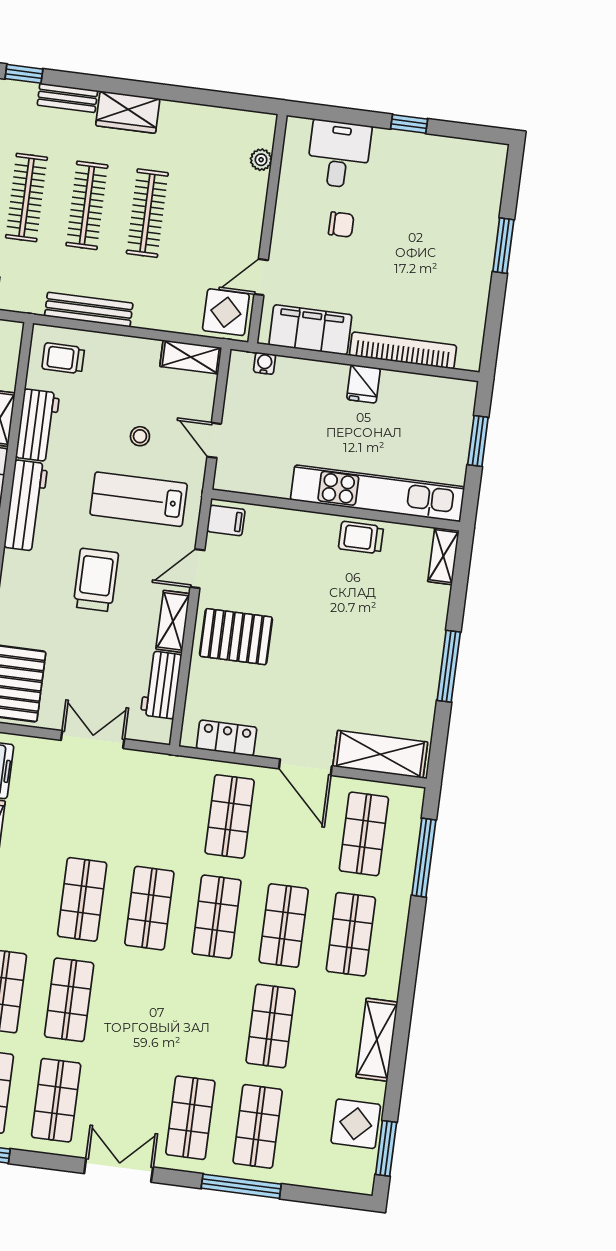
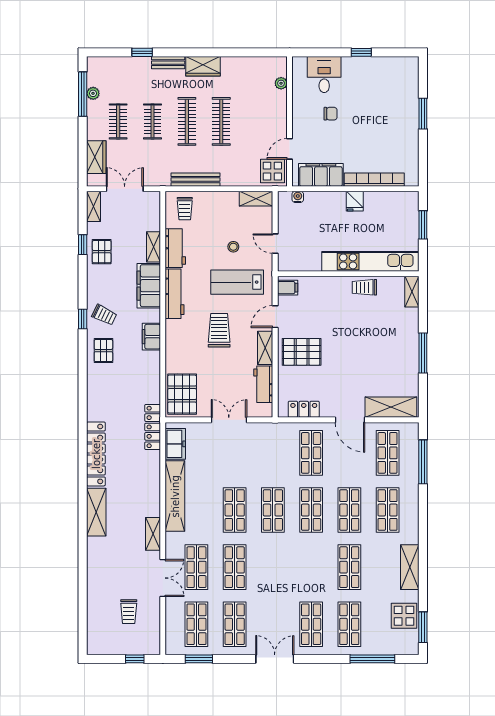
clothes rail: (26, 197) -> (153, 121), width x0.73
trolley: (63, 358) -> (185, 209), turned -90
window: (241, 1186) -> (372, 659), moved

